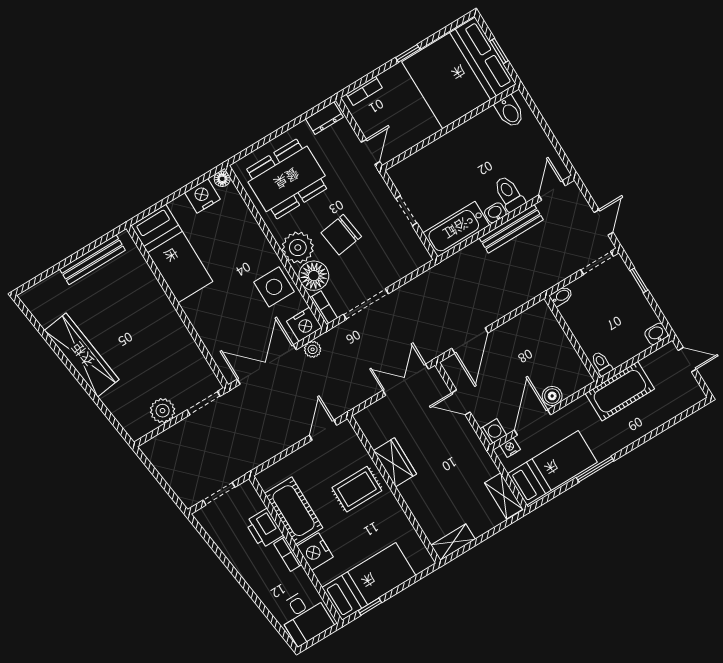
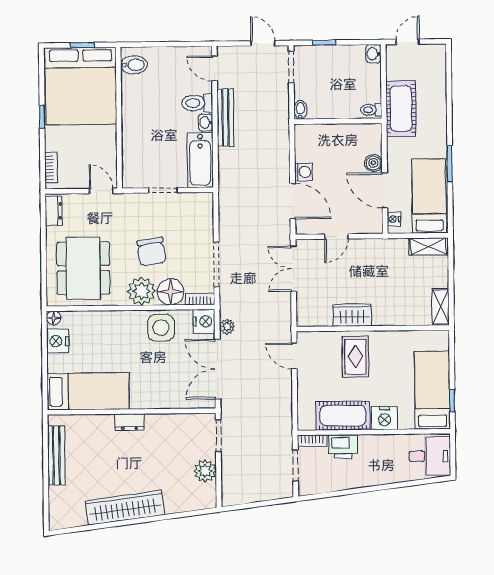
dresser: (166, 311) -> (130, 422), added
washing machine: (493, 432) -> (303, 172), moved, turned 90
bookcase: (288, 554) -> (312, 441), moved

